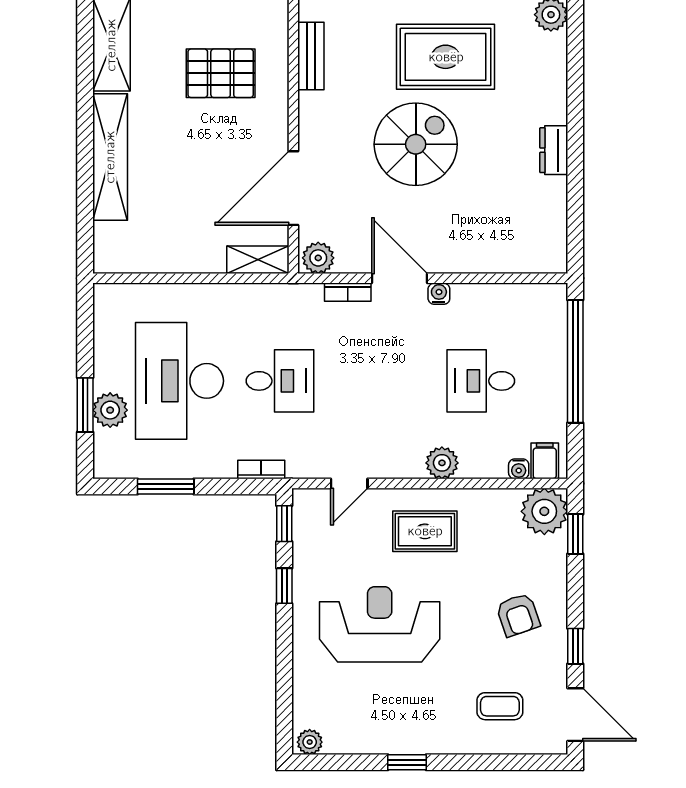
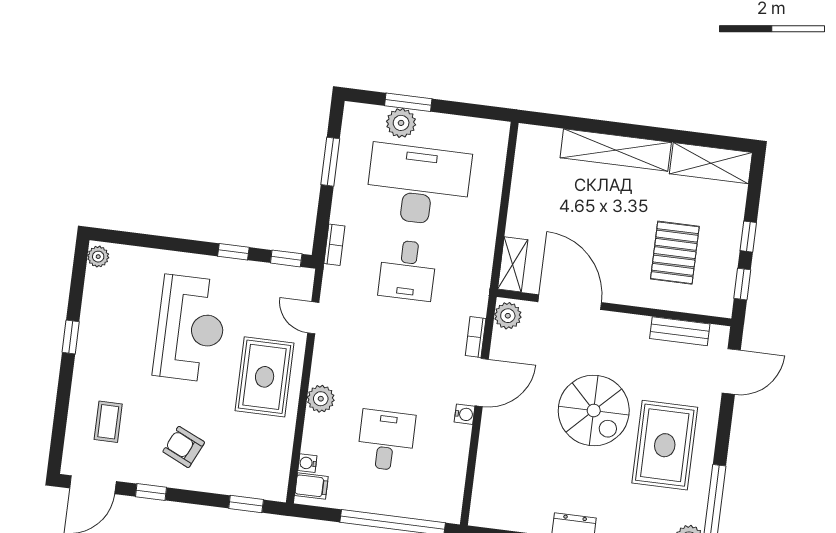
plant: (544, 511) -> (269, 480), removed
rug: (425, 531) -> (265, 377), width x1.36, depth x1.43
armchair: (518, 615) -> (184, 447), turned 44

